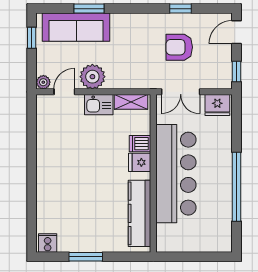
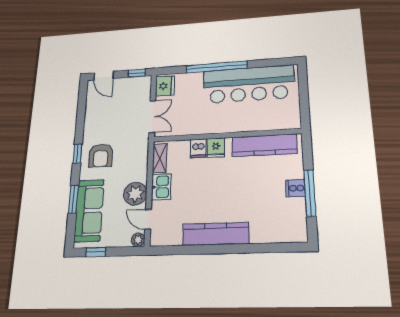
window: (180, 9) -> (77, 154), moved
armchair: (179, 47) -> (101, 156), moved
kitchen counter: (47, 162) -> (216, 234), added
bar counter: (176, 174) -> (248, 84), moved, turned 180
window: (237, 187) -> (216, 67), moved
cooker: (48, 243) -> (296, 188), moved
window: (86, 257) -> (310, 193), width x1.44

